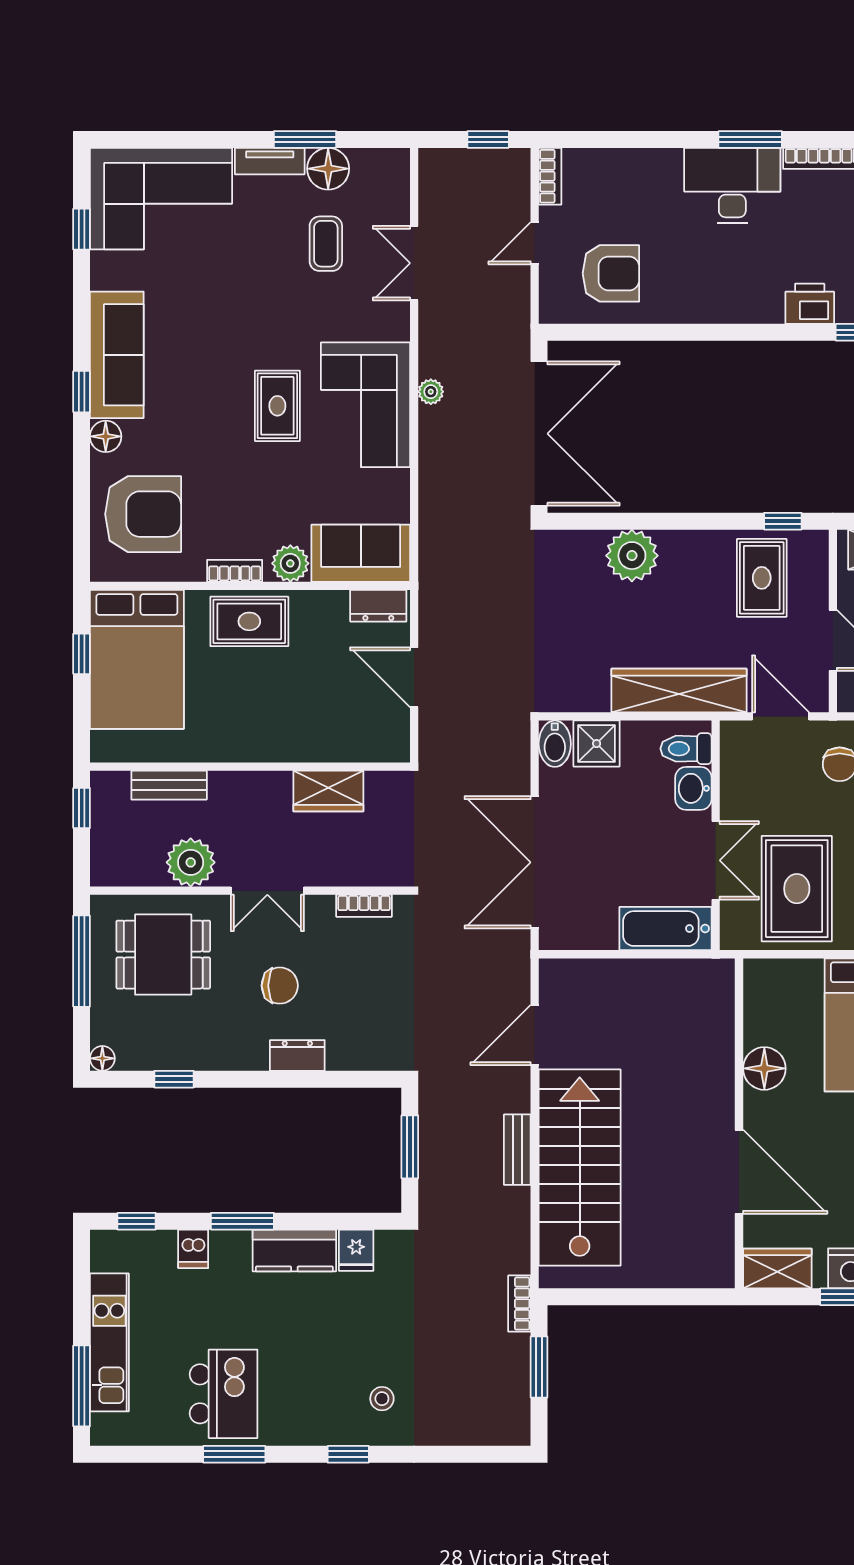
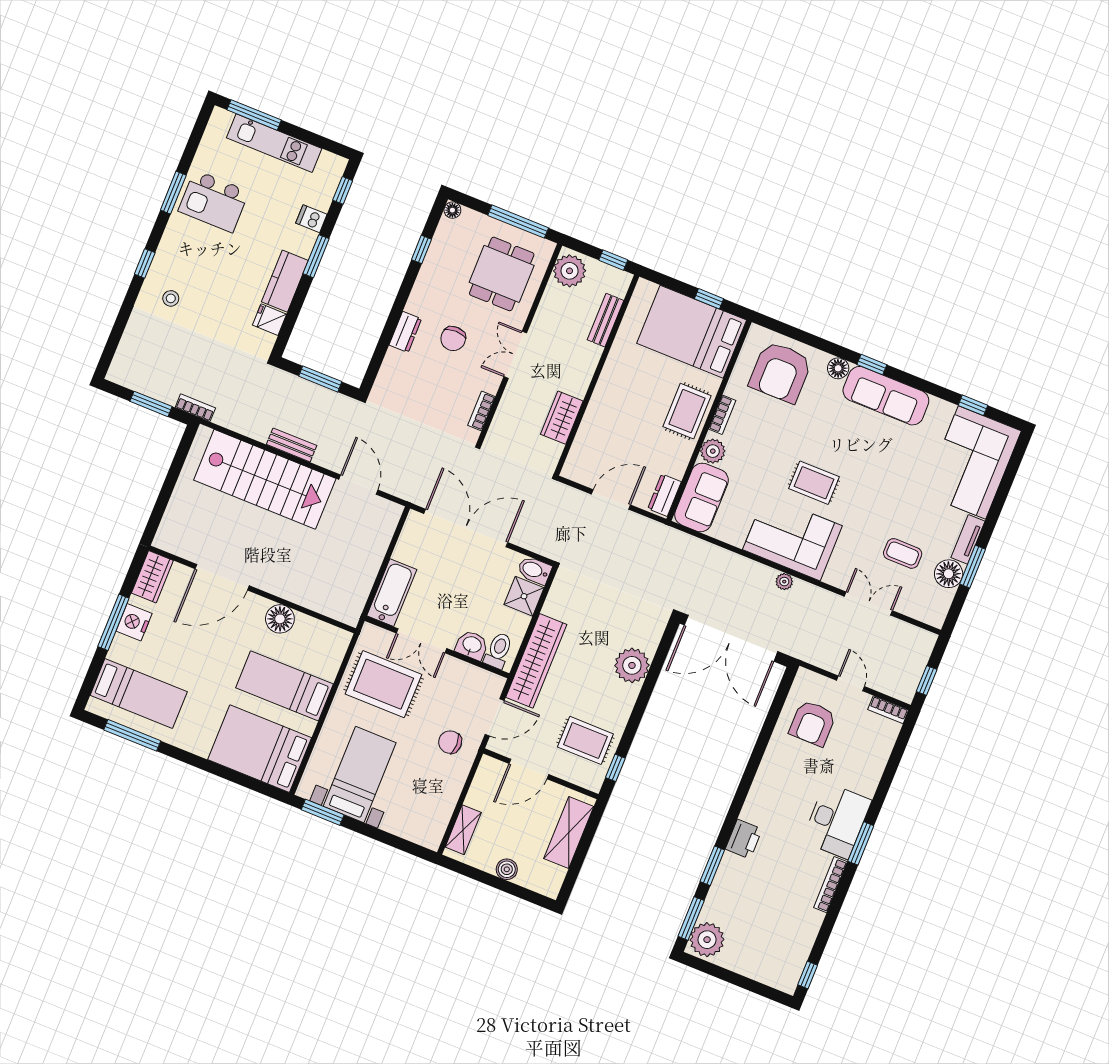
plant: (191, 862) -> (570, 271), moved

